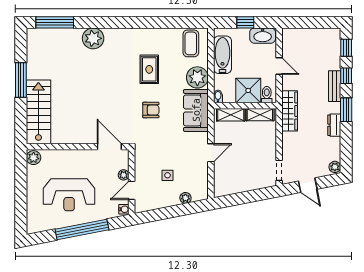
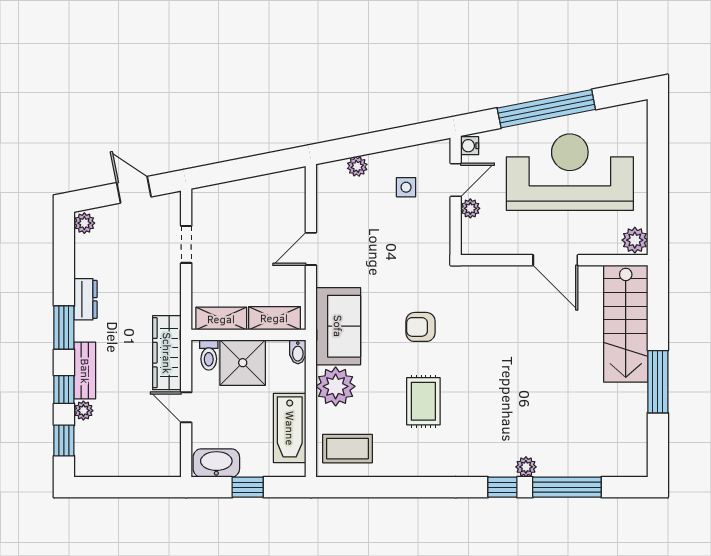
window: (55, 22) -> (567, 487), moved
window: (106, 22) -> (502, 487), added
plant: (93, 38) -> (526, 467), width x0.53, depth x0.53
coffee table: (191, 43) -> (348, 449), turned 90
plant: (335, 64) -> (83, 411), added
wardrobe: (290, 111) -> (167, 353), moved
door: (109, 147) -> (555, 260), moved
doorway: (279, 170) -> (186, 244), moved
side table: (167, 175) -> (406, 187), moved
reception desk: (69, 195) -> (570, 172), width x1.36, depth x1.30

